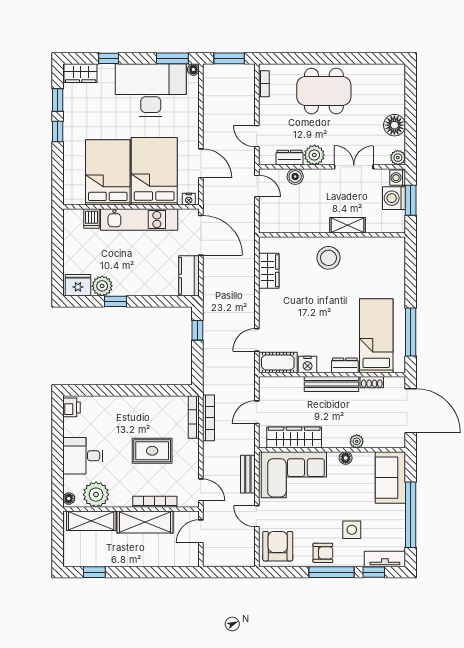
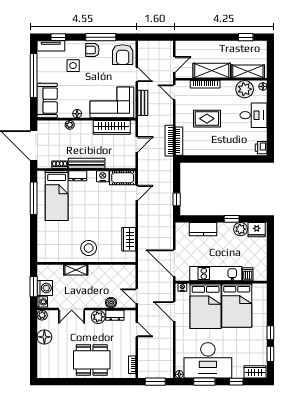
window: (172, 58) -> (204, 382), moved
kitchen counter: (189, 276) -> (203, 229), moved, turned 90
window: (332, 572) -> (101, 37), moved

